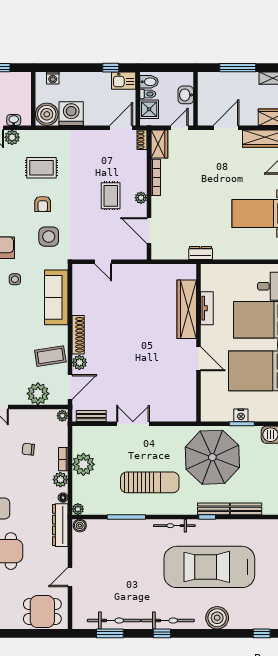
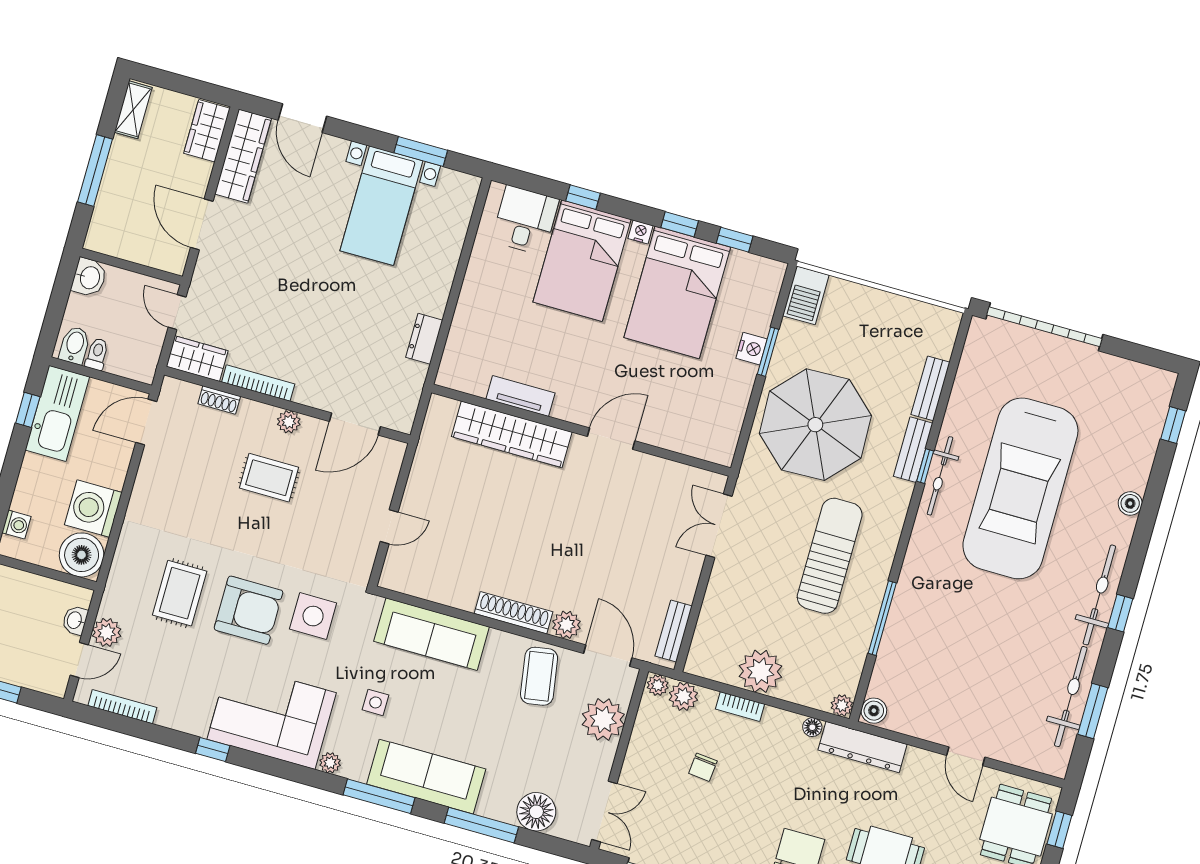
kitchen sink: (124, 81) -> (57, 413), width x1.87, depth x1.24
washbasin: (186, 95) -> (89, 277), moved, turned -90
shower: (149, 109) -> (126, 359), removed
door: (121, 128) -> (146, 422), hinge flipped
shoe rack: (142, 140) -> (219, 400), moved
armchair: (43, 204) -> (249, 610), width x1.88, depth x1.88
tv unit: (207, 308) -> (520, 396), moved
wardrobe: (187, 309) -> (512, 434), moved
wall: (198, 343) -> (581, 430), moved
door: (198, 359) -> (611, 439), moved
double door: (133, 424) -> (719, 526), moved
plant: (60, 480) -> (683, 696), moved
bicycle: (174, 526) -> (940, 476), moved
boiler: (217, 618) -> (1130, 503), width x0.54, depth x0.54
window: (47, 633) -> (1059, 830), added

